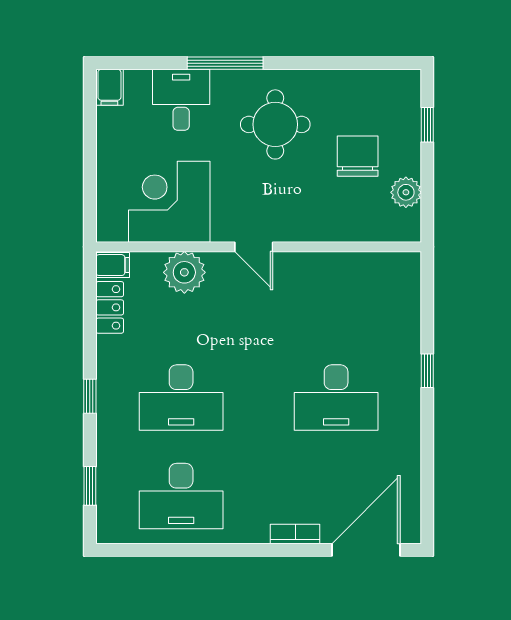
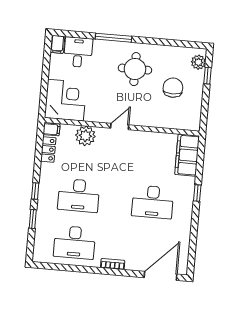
desk: (181, 100) -> (78, 52), moved
plant: (406, 192) -> (198, 62), moved
corner desk: (169, 202) -> (66, 100), moved, turned 90
door: (254, 247) -> (120, 127), swing flipped
filing cabinet: (399, 294) -> (187, 155), added
window: (90, 486) -> (33, 219), moved
bookcase: (295, 534) -> (113, 264), moved

